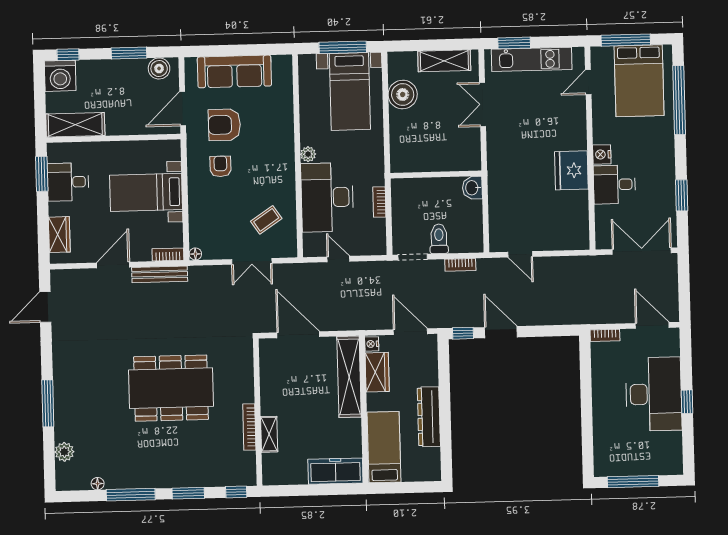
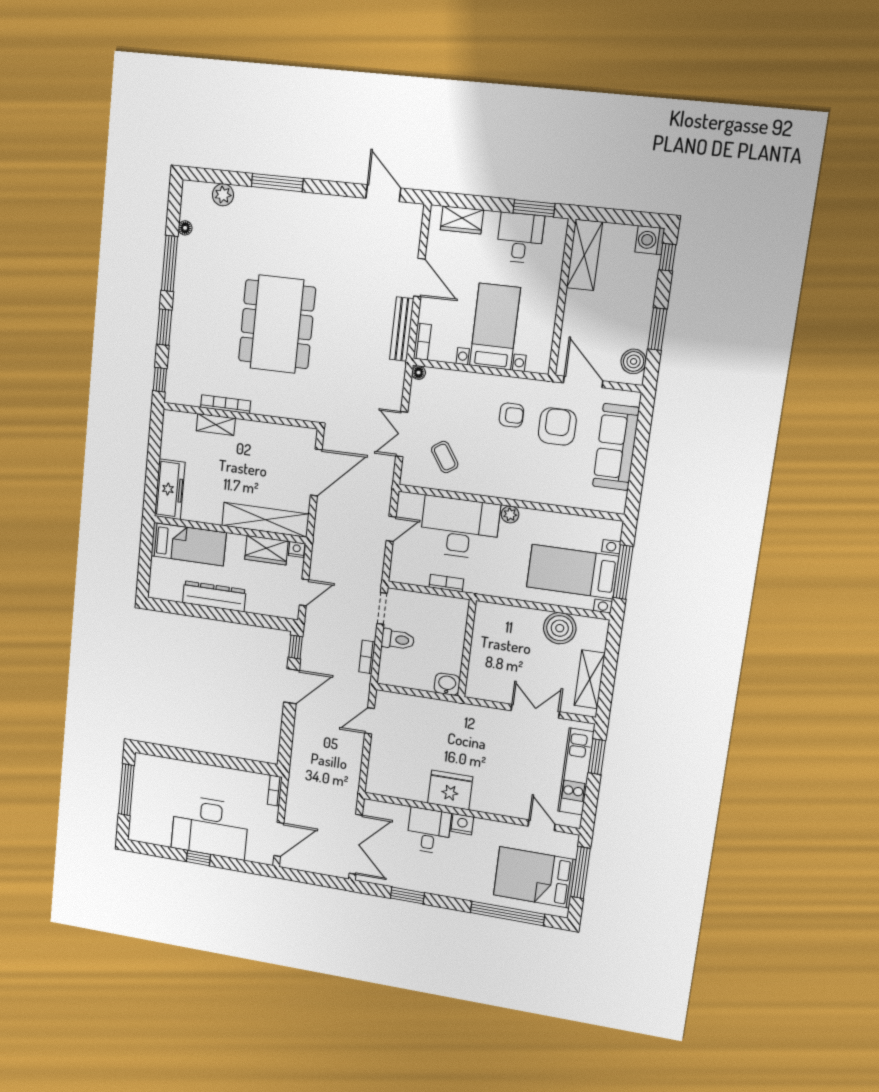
washing machine: (60, 76) -> (650, 240), width x0.73, depth x0.73
door: (410, 332) -> (304, 592), width x0.73

